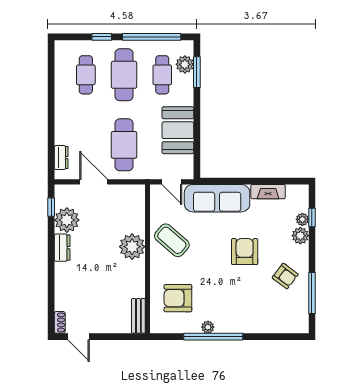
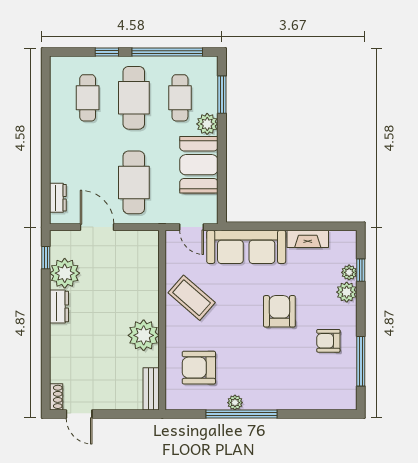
plant: (185, 64) -> (207, 124), moved
plant: (132, 247) -> (144, 335), moved
armchair: (285, 276) -> (328, 341), turned 143

